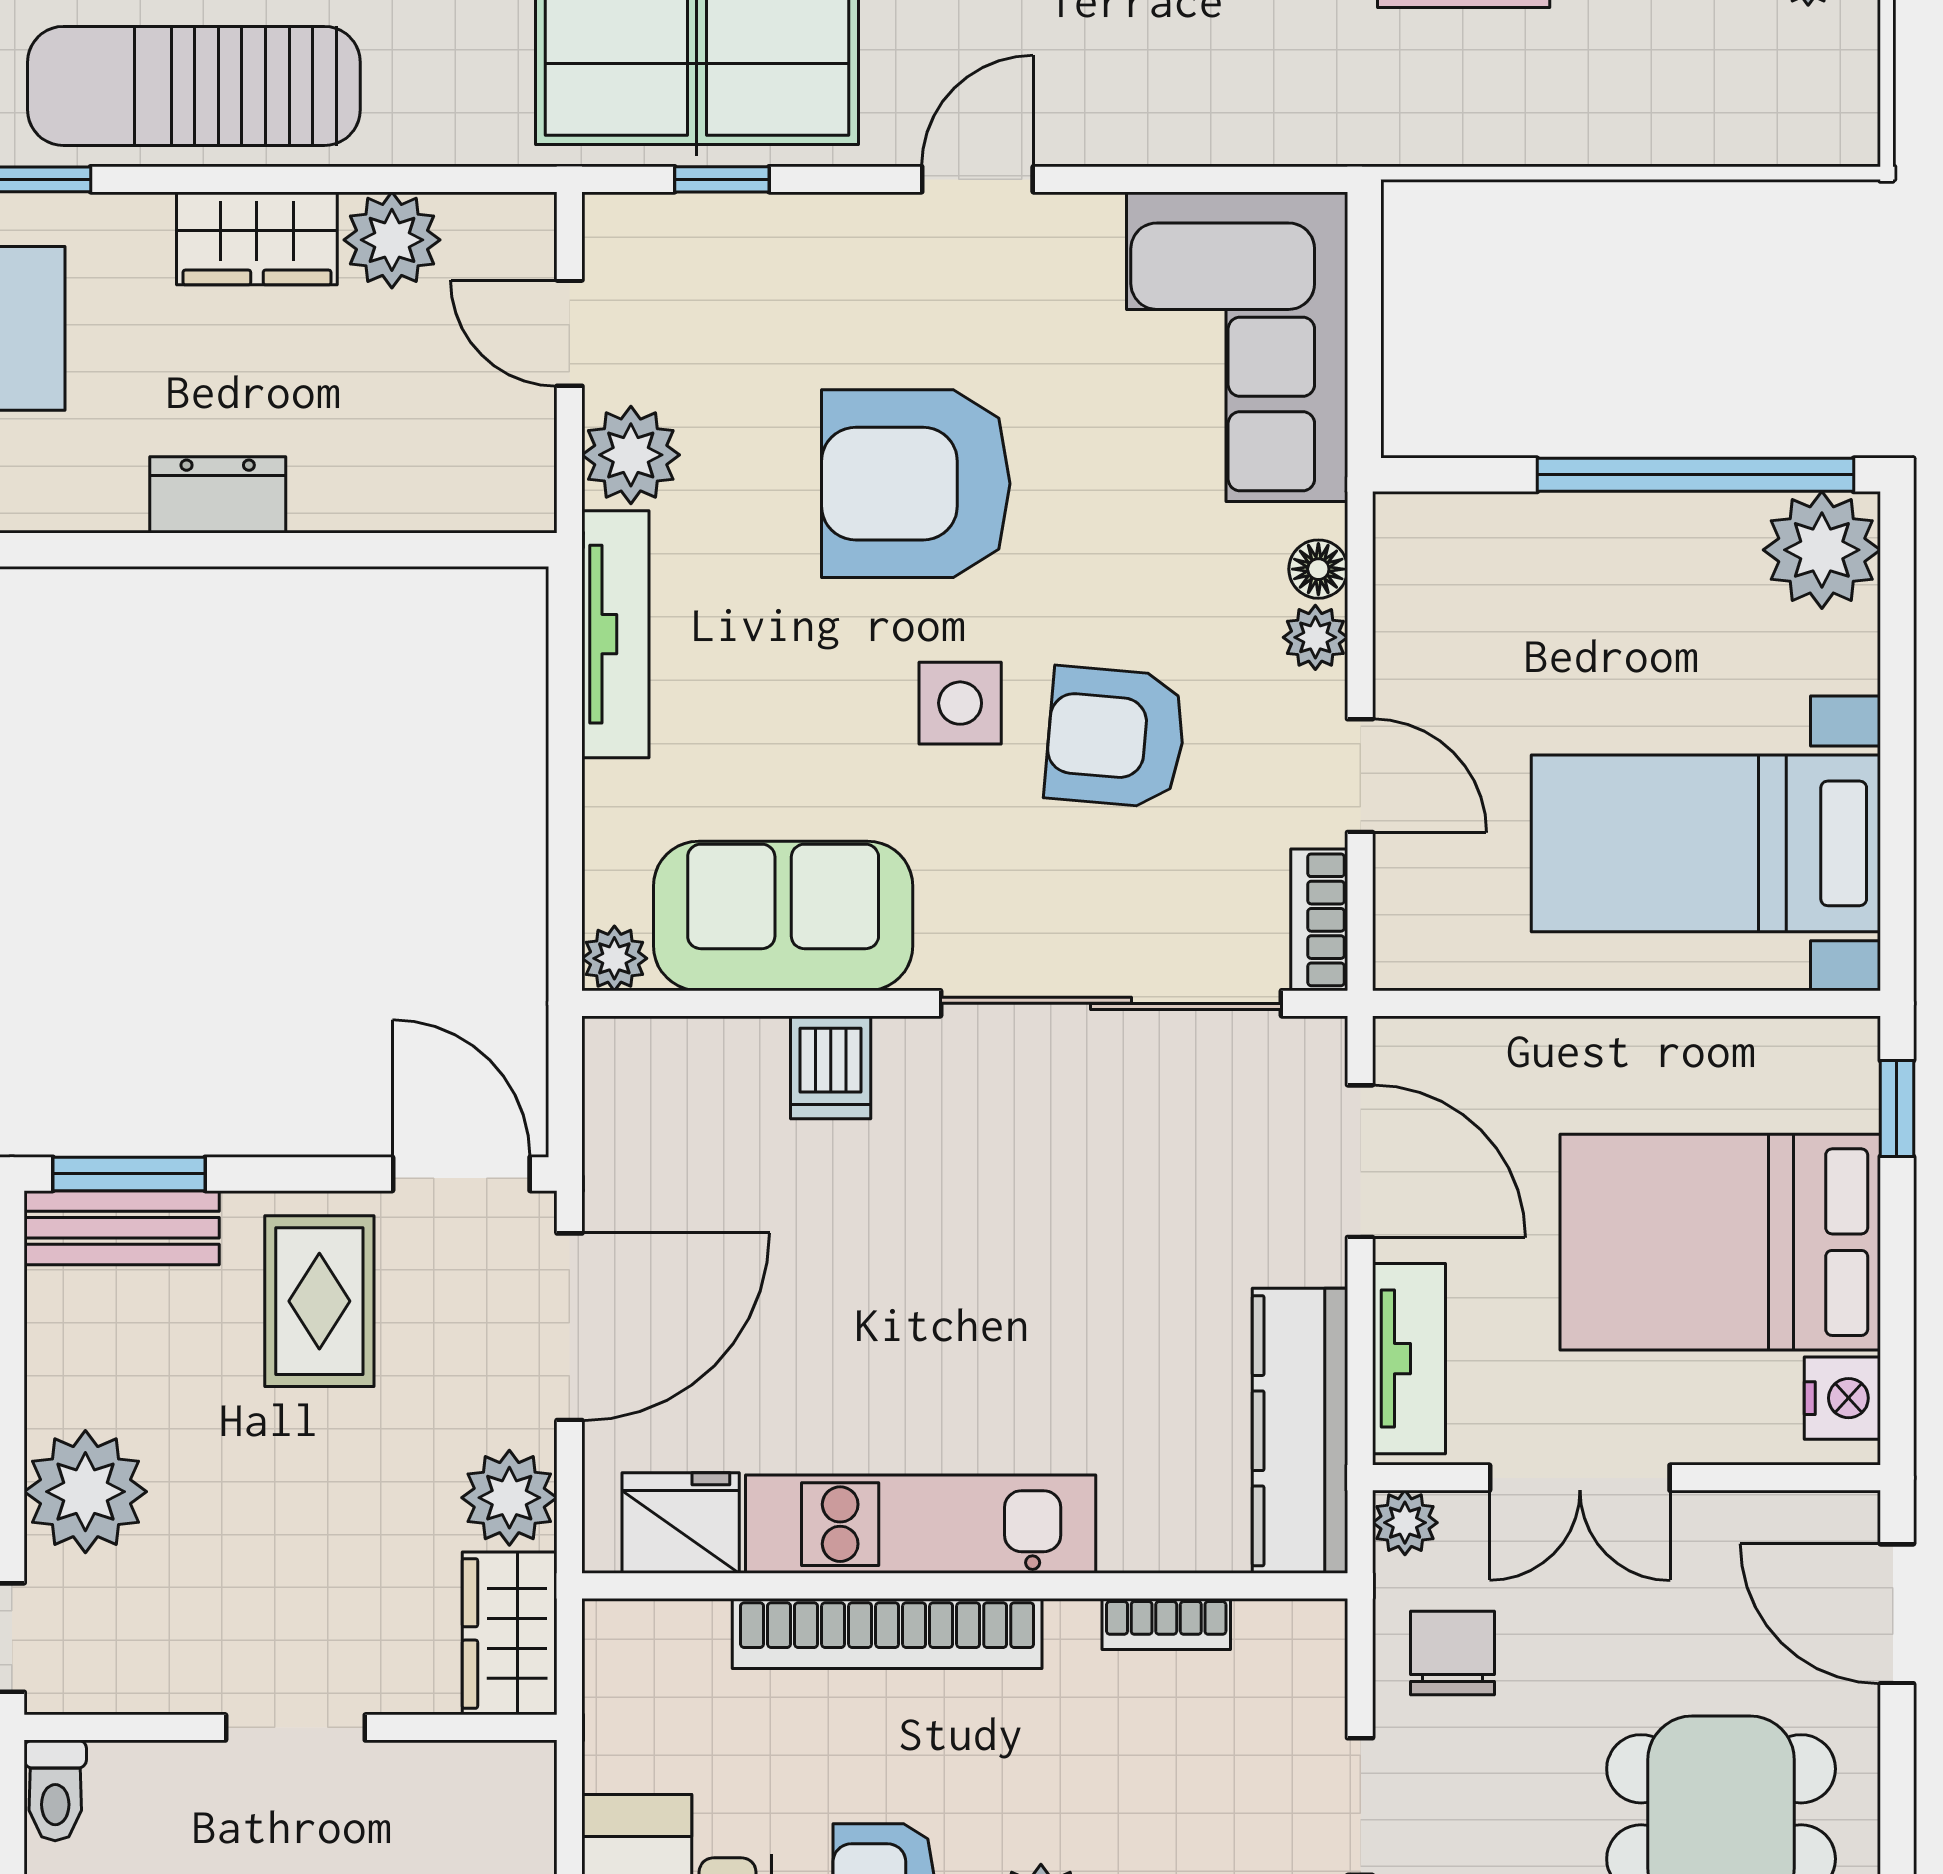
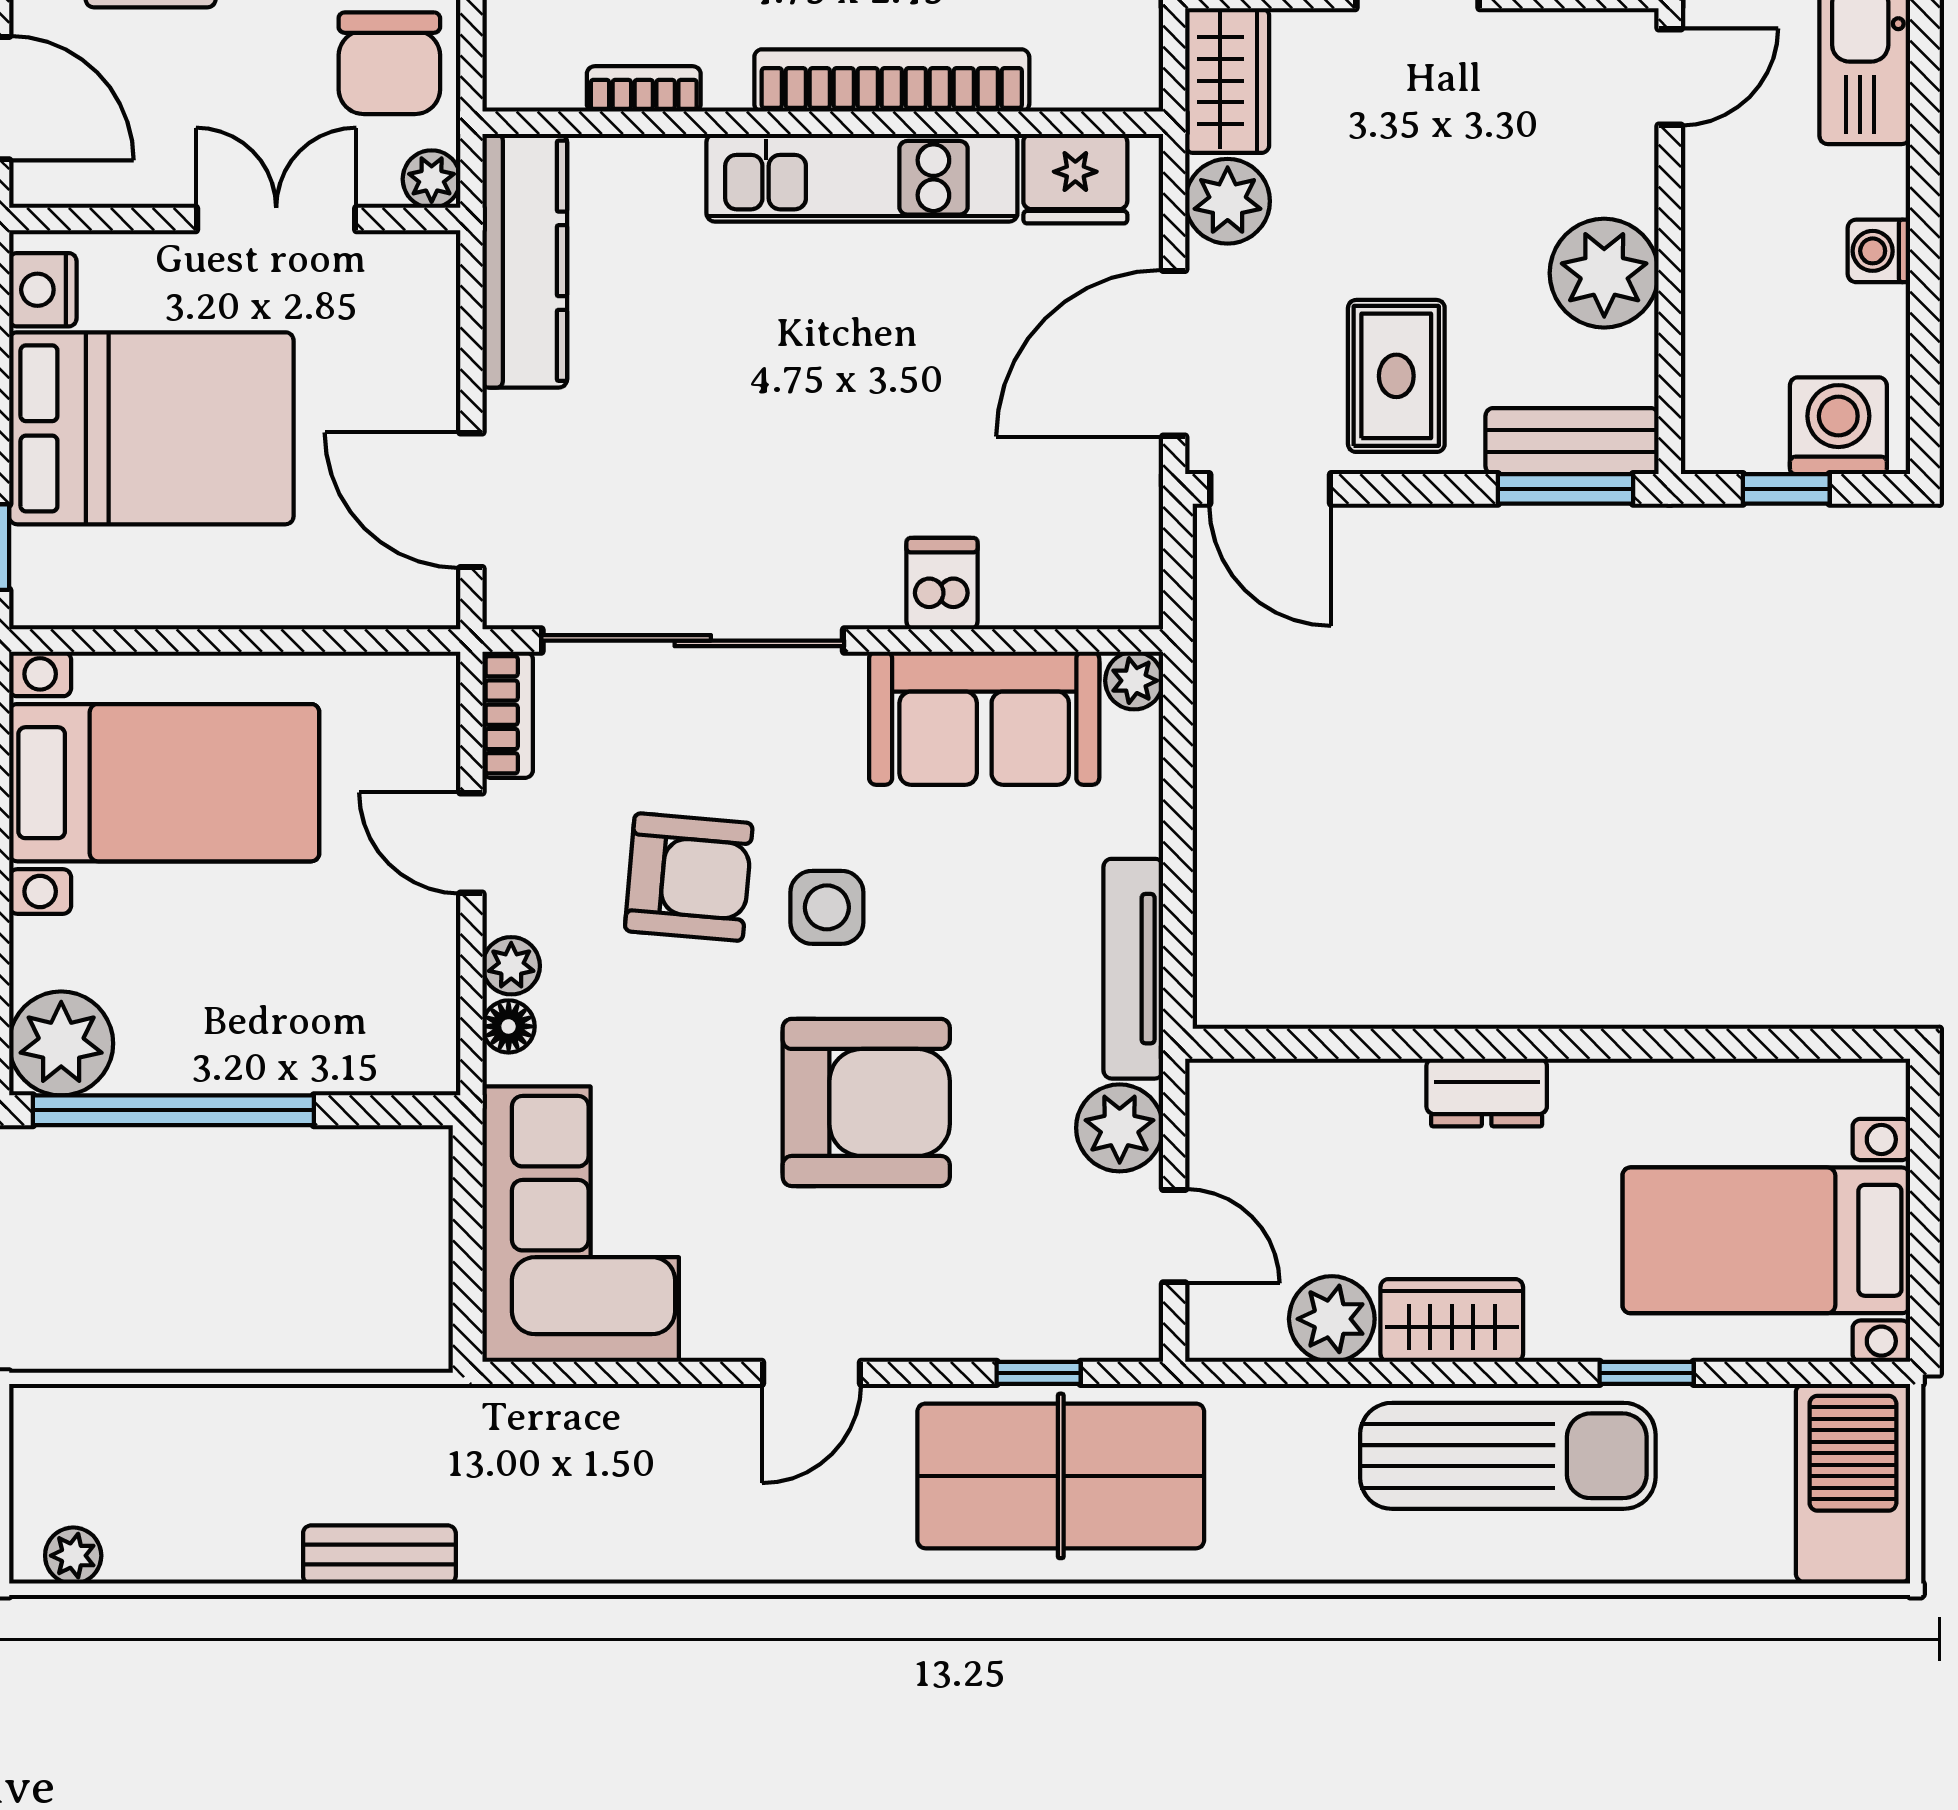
tv unit: (1409, 1359) -> (428, 325), removed
plant: (85, 1492) -> (1604, 273), moved
chair: (1452, 1653) -> (389, 63), width x1.37, depth x1.37

